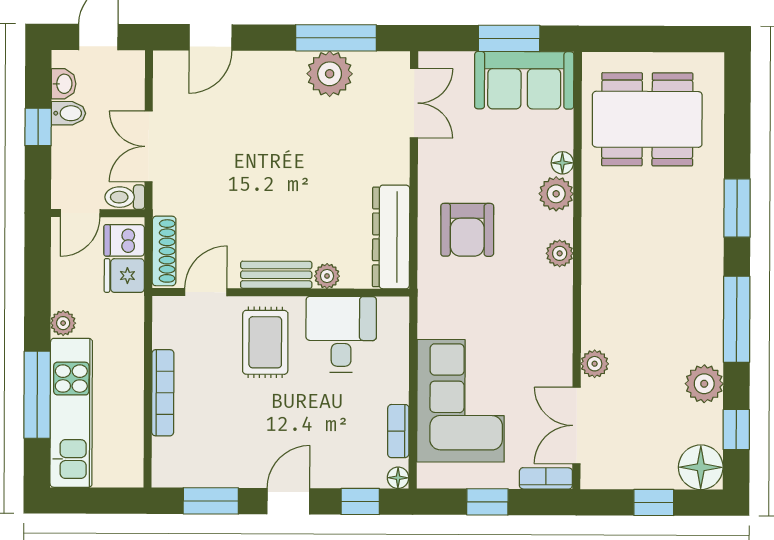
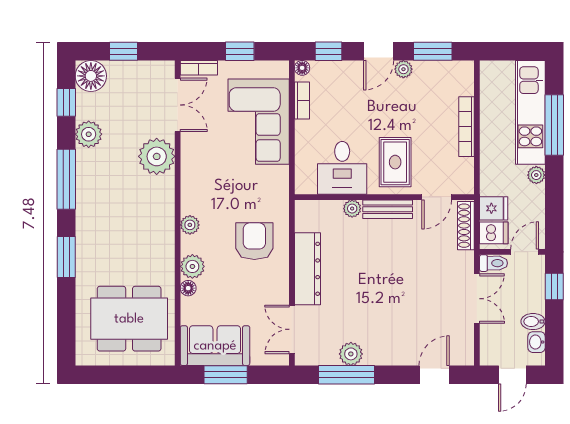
plant: (330, 74) -> (351, 354), width x0.73, depth x0.73
window: (38, 127) -> (554, 286), moved
dresser: (391, 237) -> (308, 269), moved
plant: (595, 364) -> (157, 156), width x1.87, depth x1.87
plant: (253, 475) -> (403, 69), added

